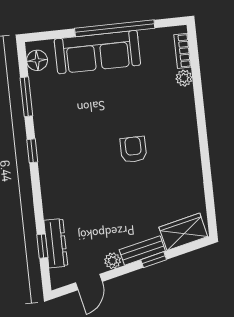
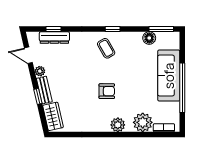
floor lamp: (37, 60) -> (149, 38), moved
plant: (184, 78) -> (143, 122), width x1.88, depth x1.88
window: (26, 97) -> (161, 29), moved
plant: (186, 126) -> (118, 125), added
coffee table: (64, 158) -> (106, 48), added

